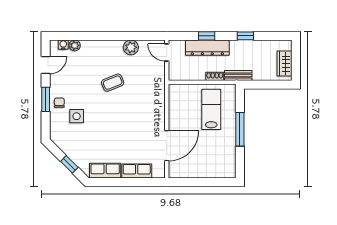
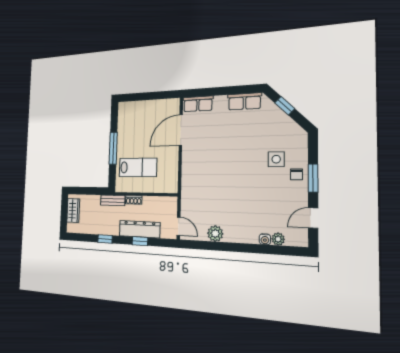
water cooler: (63, 45) -> (265, 239), moved
coffee table: (113, 83) -> (235, 196), removed
lab bench: (211, 109) -> (138, 167), turned -90
row of seats: (137, 171) -> (198, 104), moved

